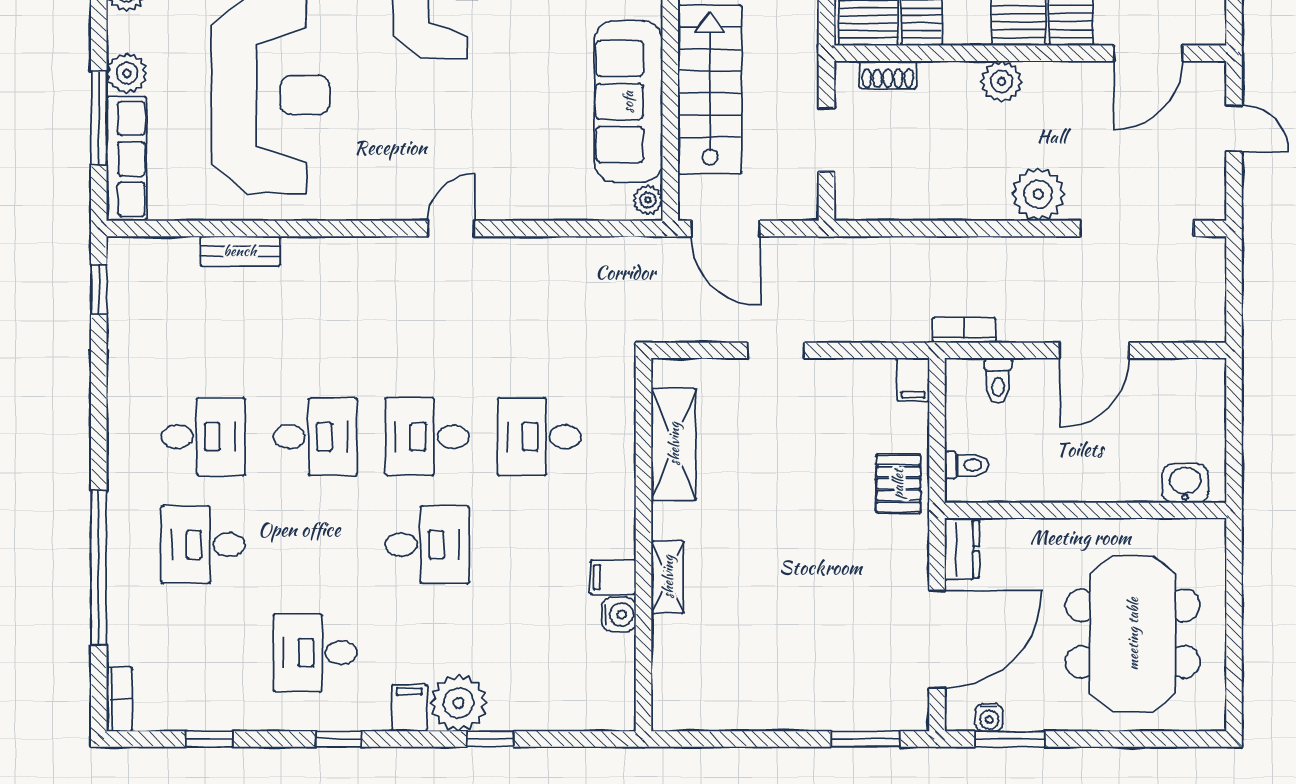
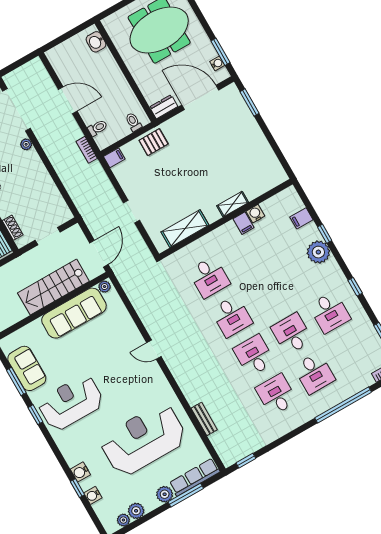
plant: (1038, 194) -> (26, 144), width x0.53, depth x0.53
desk: (427, 545) -> (292, 334), moved
filing cabinet: (409, 708) -> (301, 218), moved

